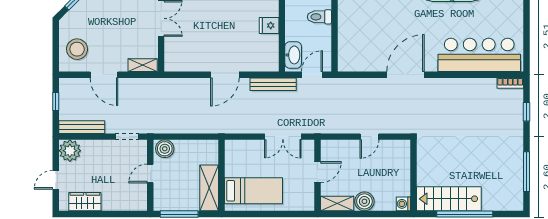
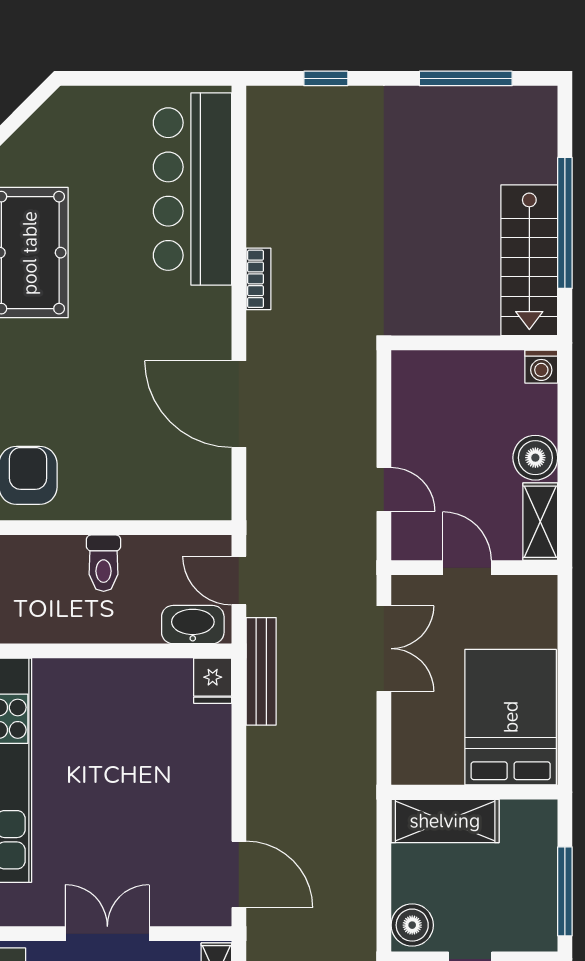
fridge: (269, 25) -> (213, 681), moved
door: (225, 75) -> (239, 874), moved
door: (405, 75) -> (239, 404), moved
bookcase: (510, 83) -> (258, 279), moved
door: (369, 137) -> (384, 489), moved
shelving: (209, 188) -> (445, 821), moved
bed: (254, 191) -> (511, 717), width x1.50

